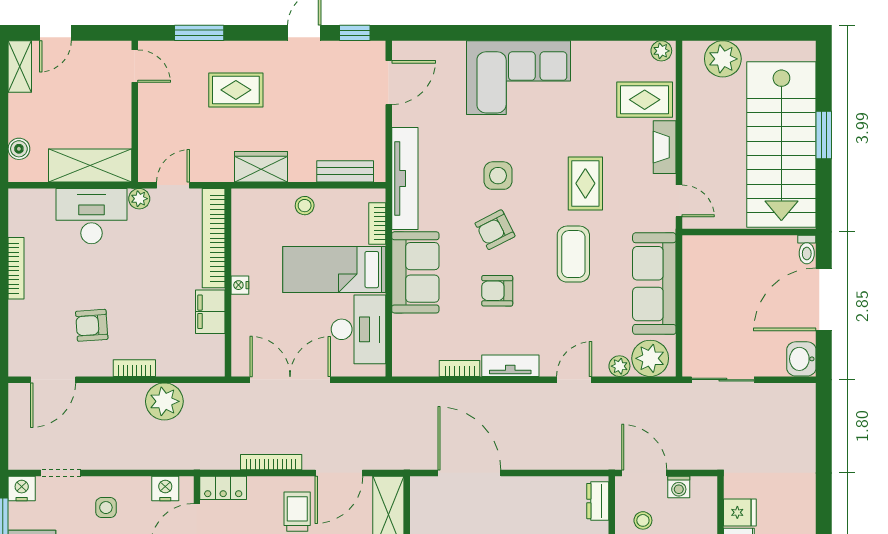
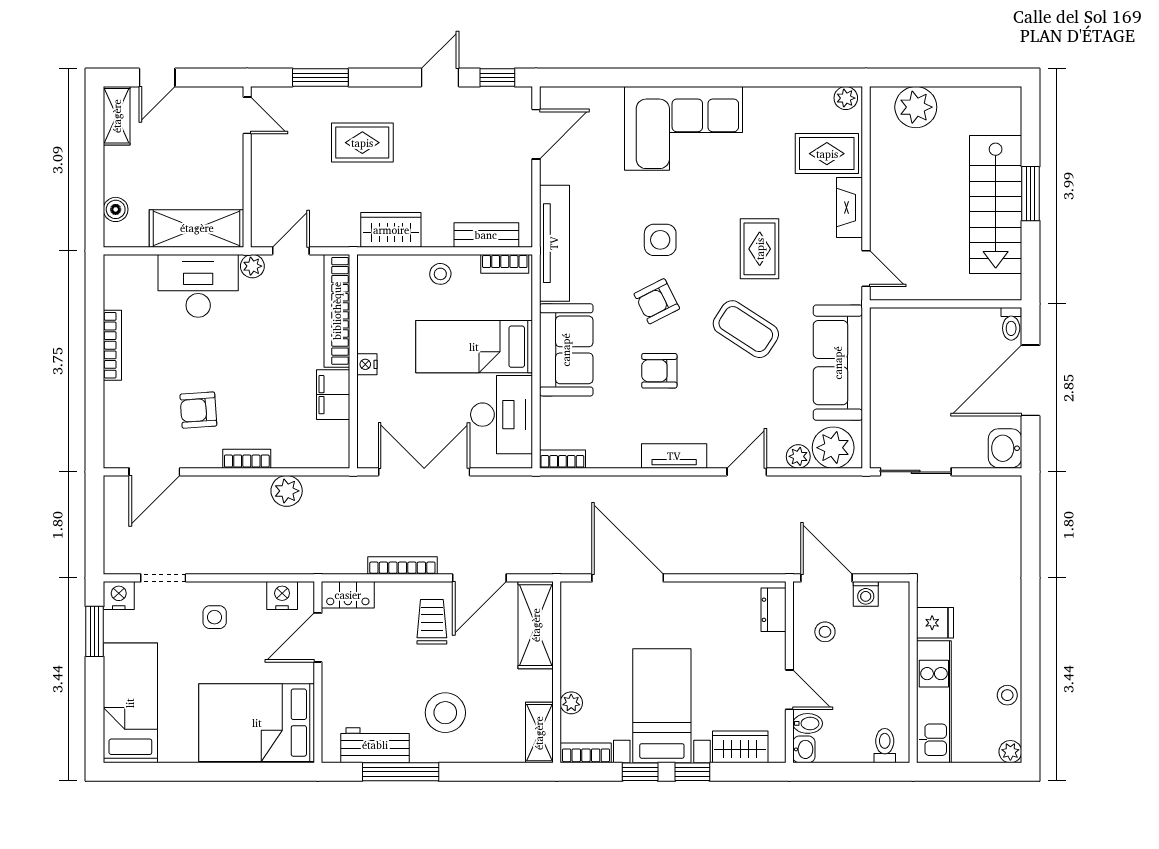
stairs: (781, 144) -> (996, 204), width x0.73, depth x0.66
bookcase: (377, 223) -> (505, 264), moved, turned -90
coffee table: (573, 254) -> (746, 329), turned -57
bookcase: (460, 368) -> (562, 459), moved
plant: (164, 401) -> (287, 491), width x0.73, depth x0.73

